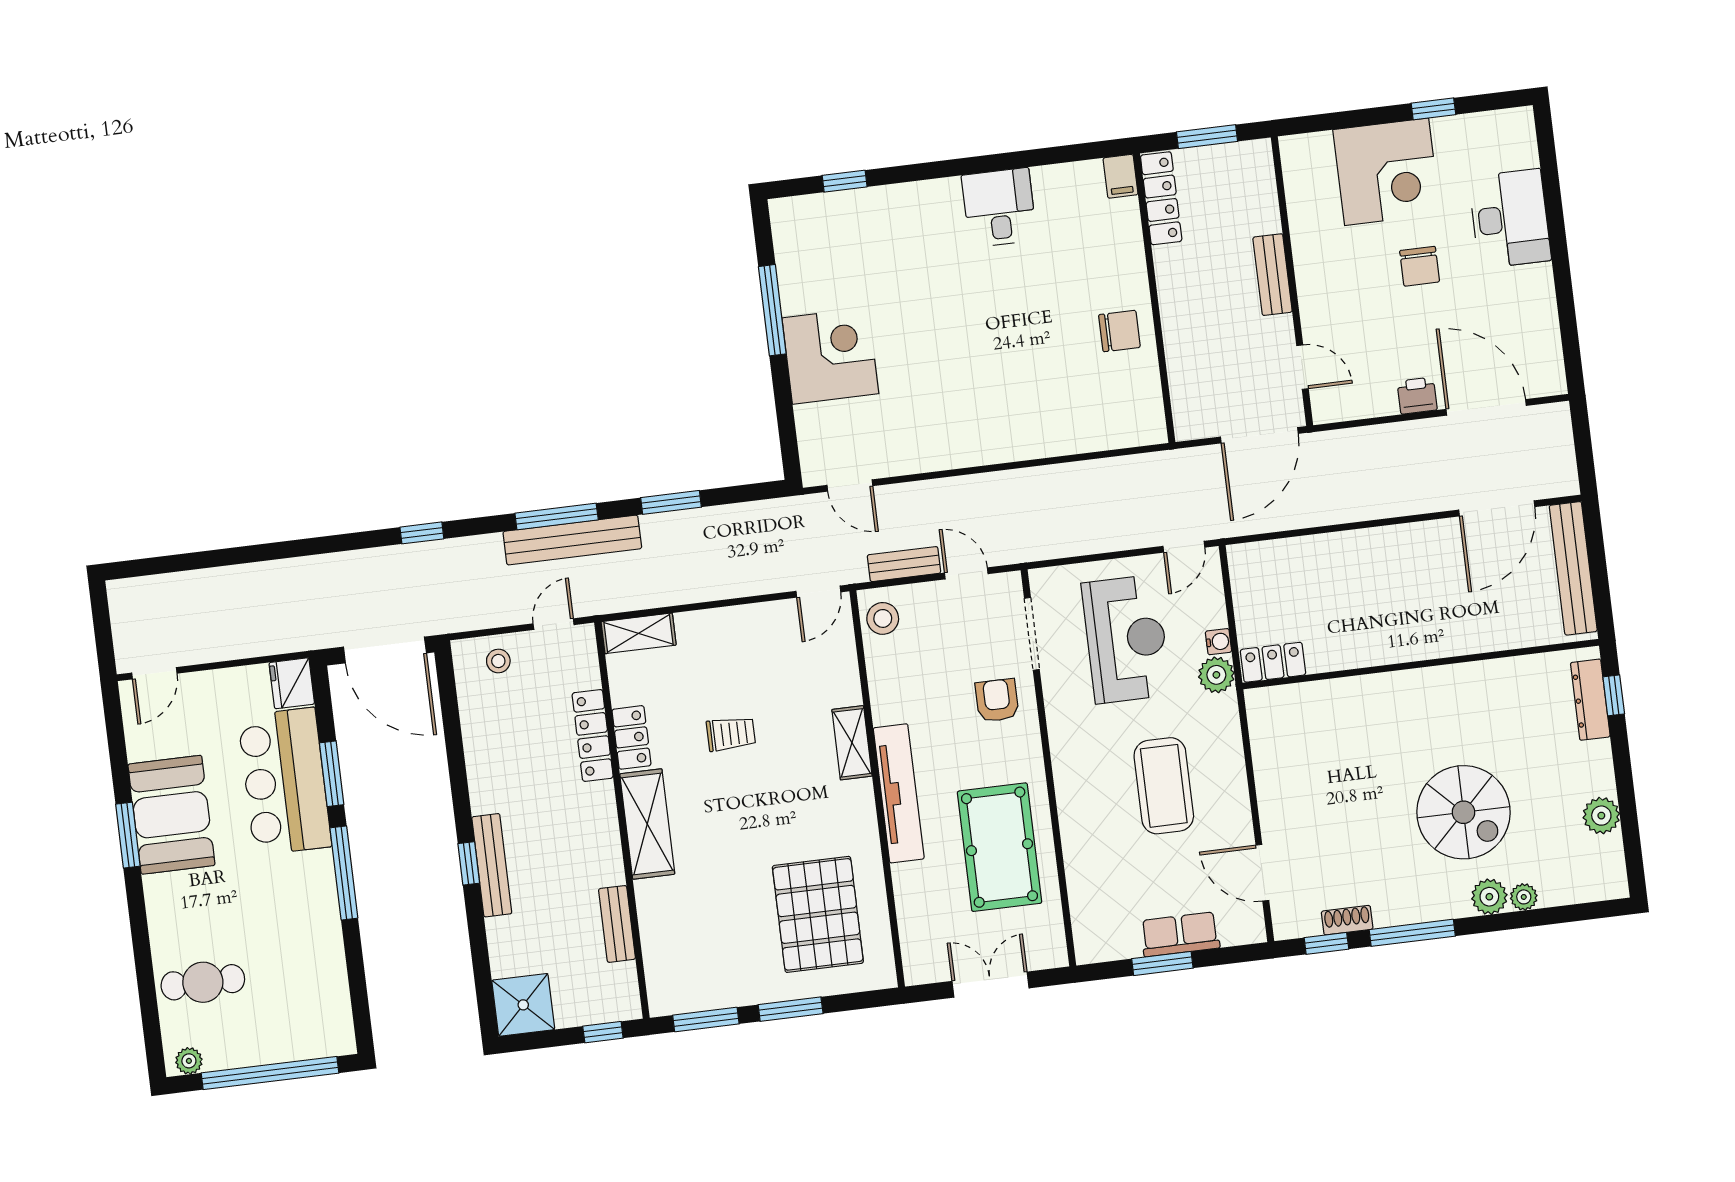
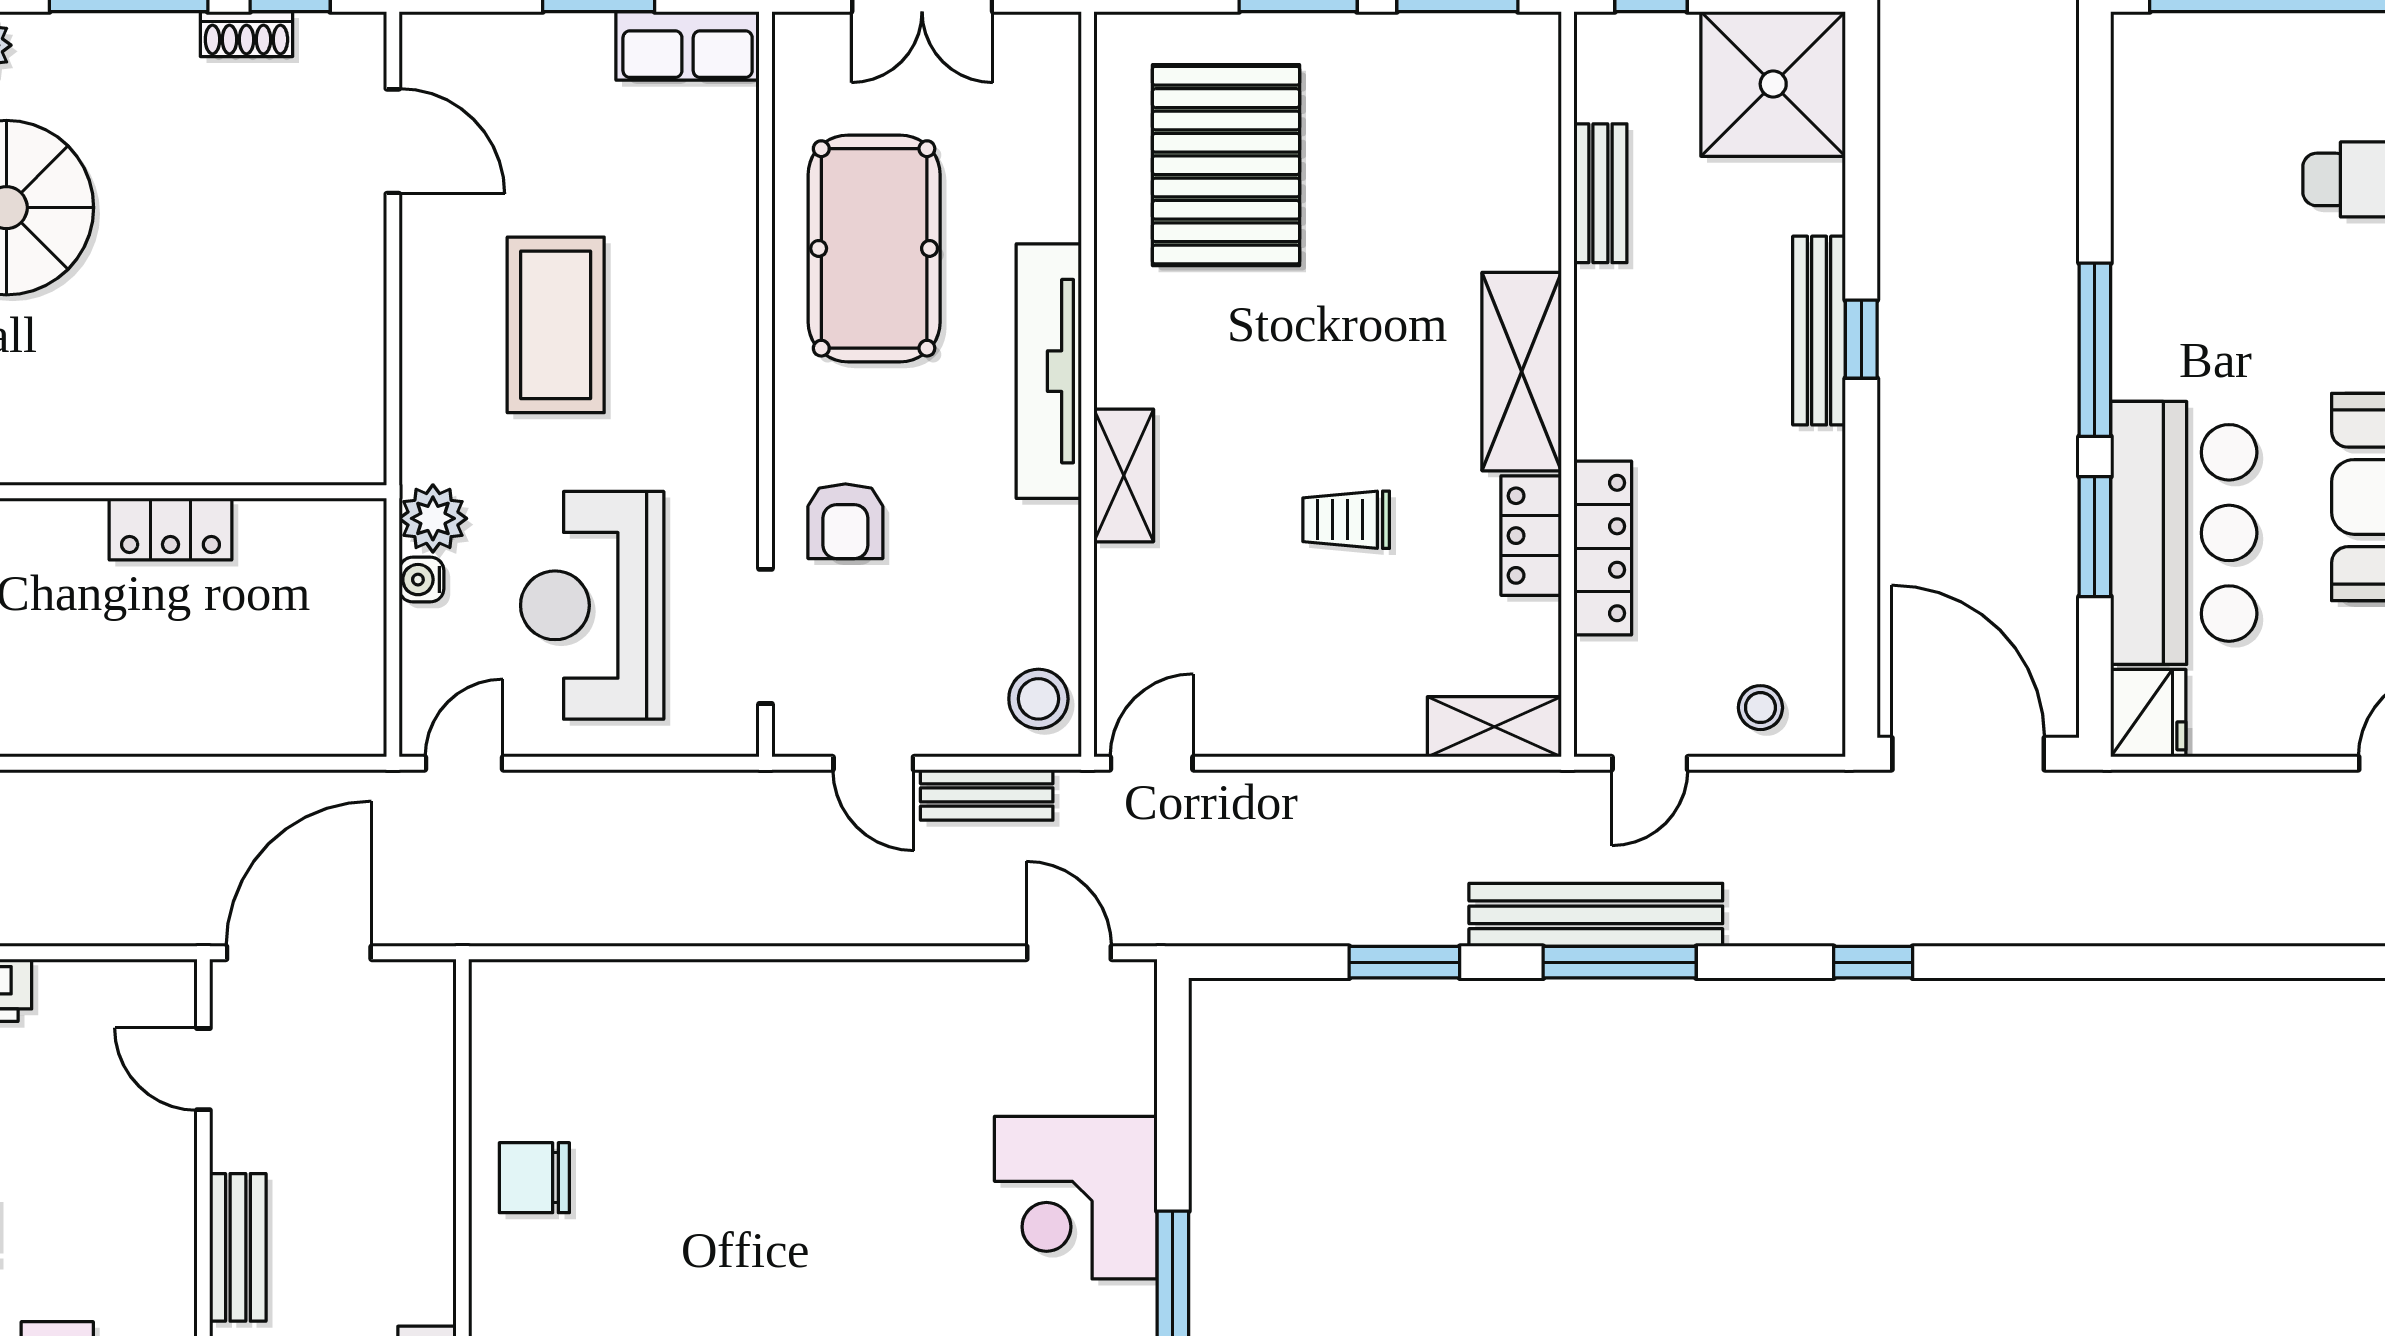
locker: (1273, 662) -> (170, 529), moved
row of seats: (1180, 934) -> (688, 46), moved
shower: (523, 1005) -> (1773, 84), width x1.37, depth x1.37

